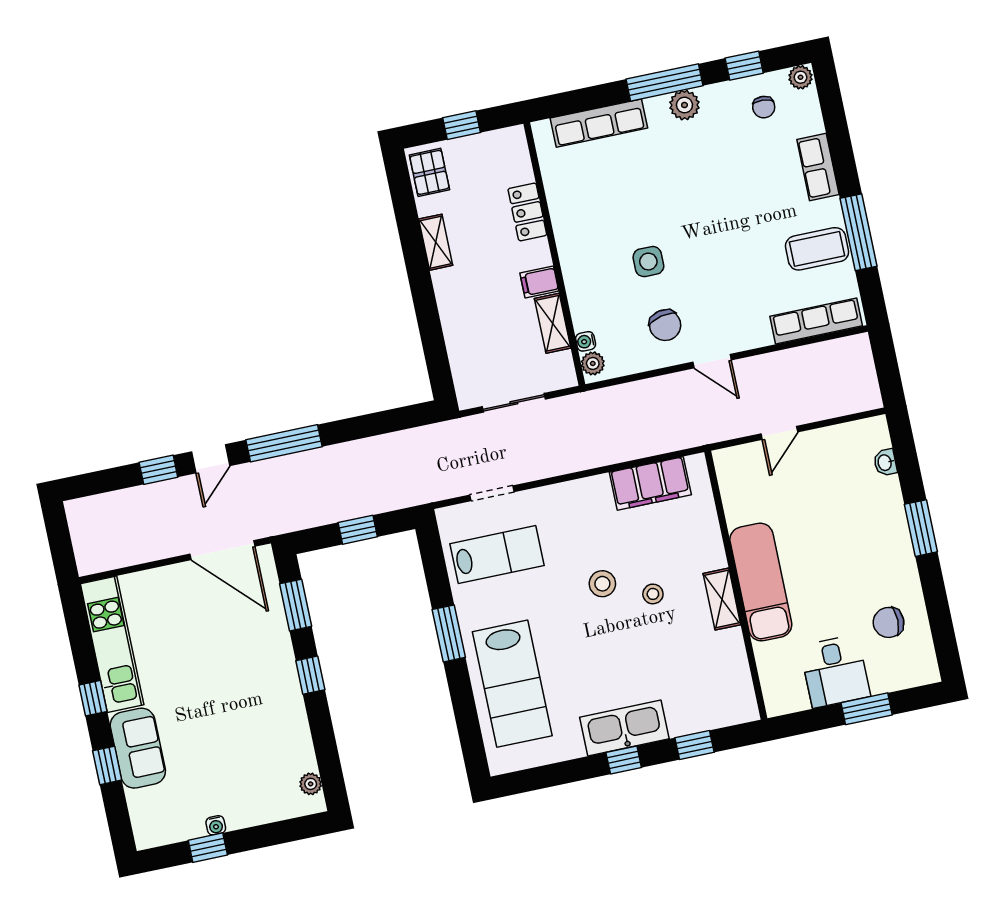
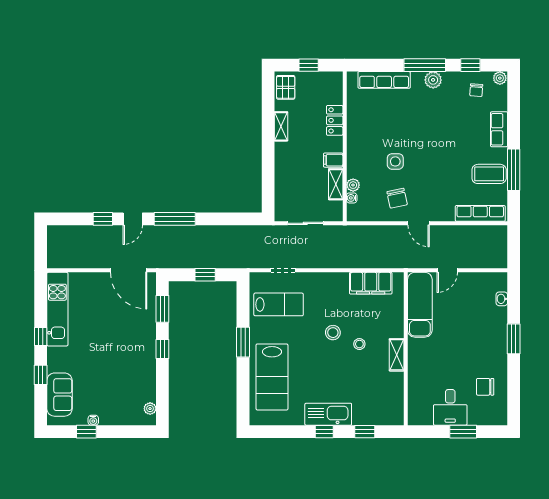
plant: (593, 363) -> (353, 185), moved
exam couch: (761, 582) -> (420, 305), moved
sofa: (138, 748) -> (60, 395), moved

